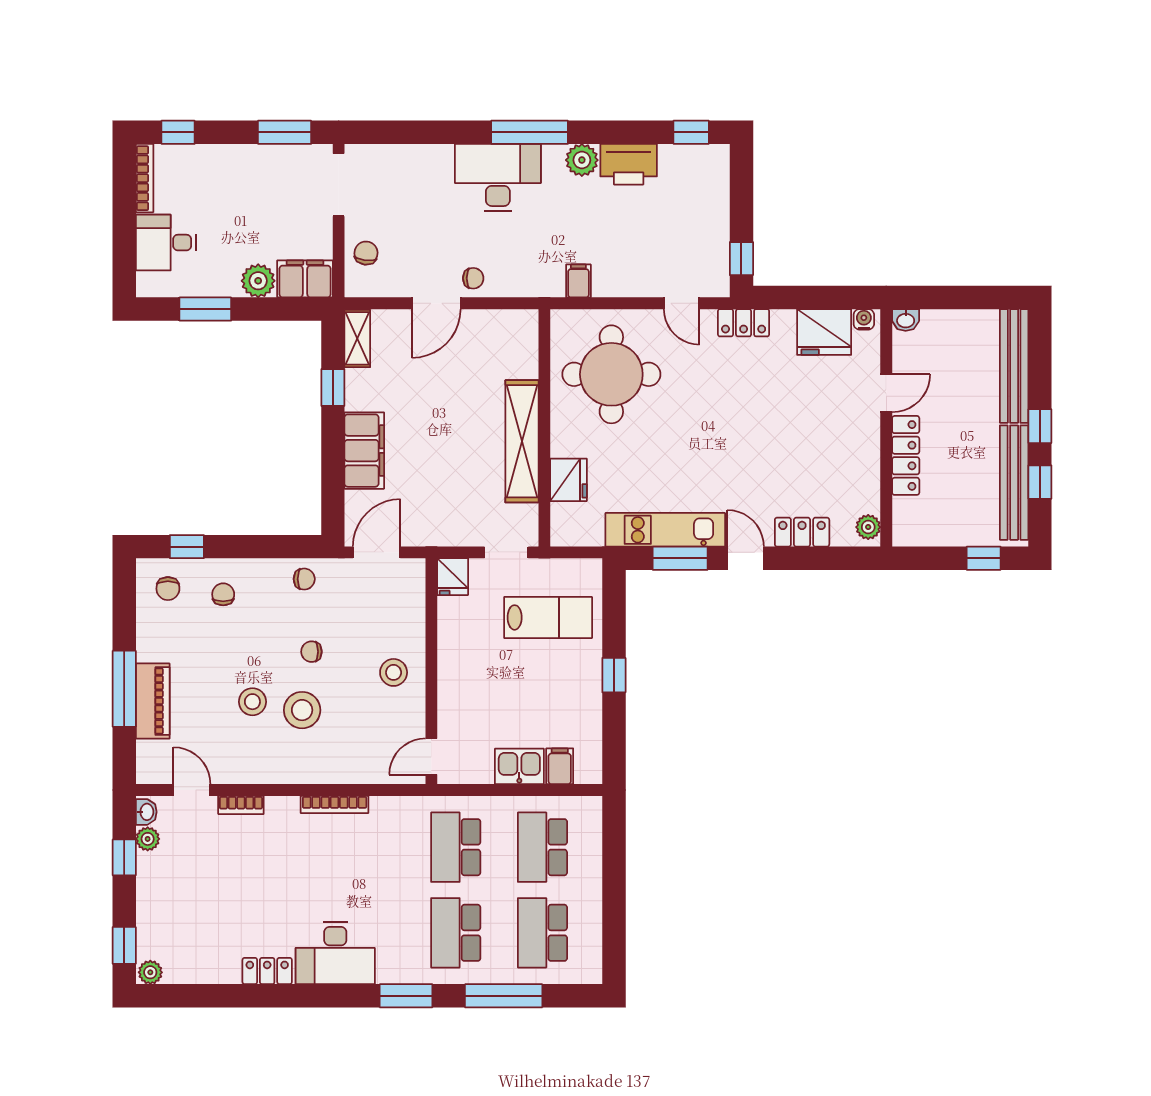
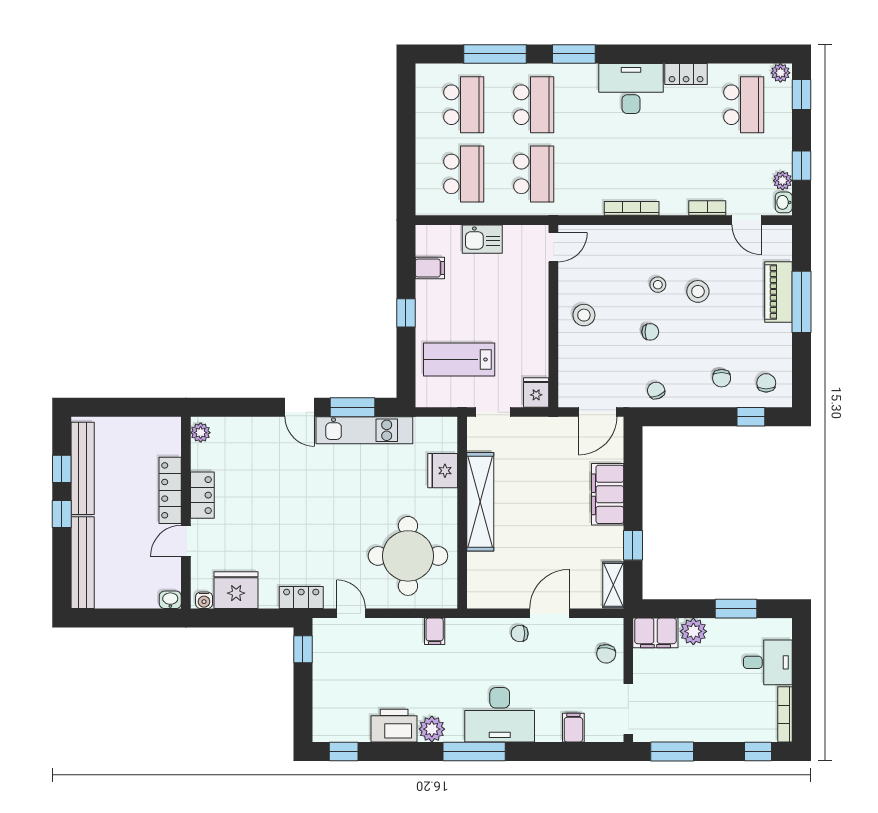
filing cabinet: (407, 162) -> (573, 728), added
locker: (802, 532) -> (202, 495), moved, turned -90
window: (984, 558) -> (107, 407), removed
chair: (304, 579) -> (656, 391), turned 68
stool: (302, 710) -> (658, 285), width x0.53, depth x0.53
filing cabinet: (560, 766) -> (430, 268), moved, turned -90
school desk: (196, 933) -> (744, 105), added

